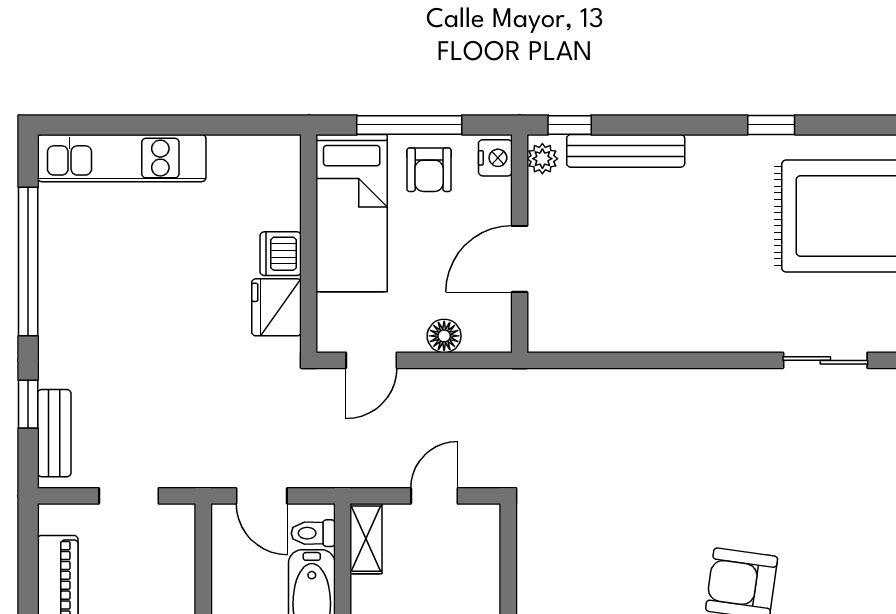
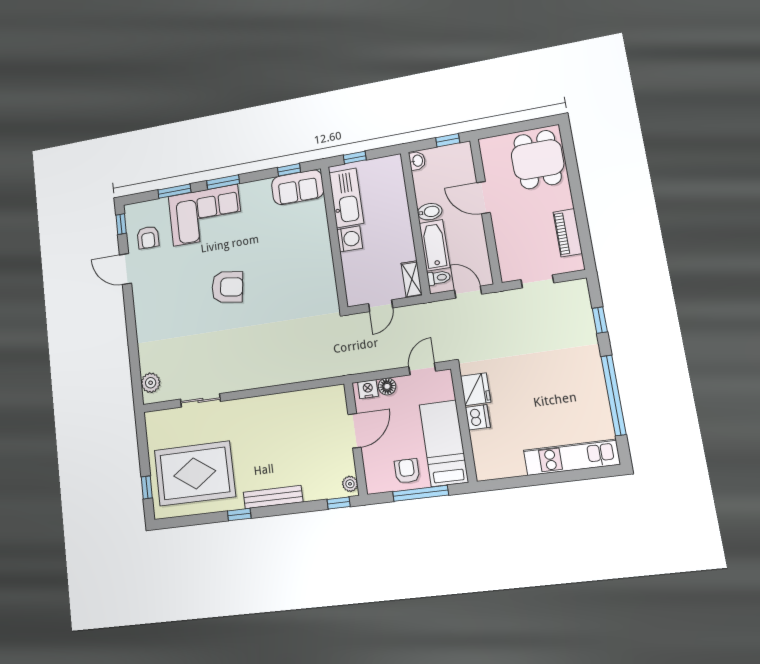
bench: (626, 151) -> (273, 497), moved
nightstand: (495, 158) -> (368, 389), moved, turned 90
bench: (54, 433) -> (583, 307), removed

